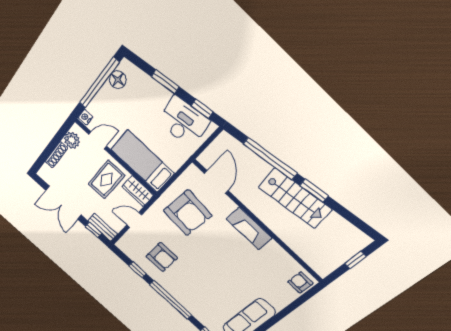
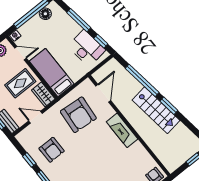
window: (165, 82) -> (79, 20), width x1.44

